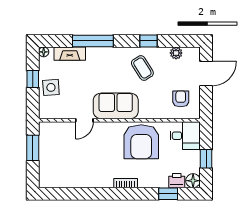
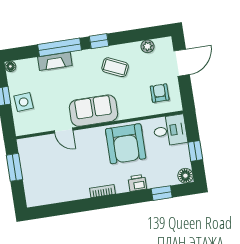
window: (149, 41) -> (99, 41), moved
fireplace: (70, 54) -> (55, 61), moved
coffee table: (142, 68) -> (115, 67), turned -34
door: (84, 120) -> (64, 131), hinge flipped
printer: (177, 181) -> (137, 183), moved
bookcase: (126, 183) -> (102, 191), moved

